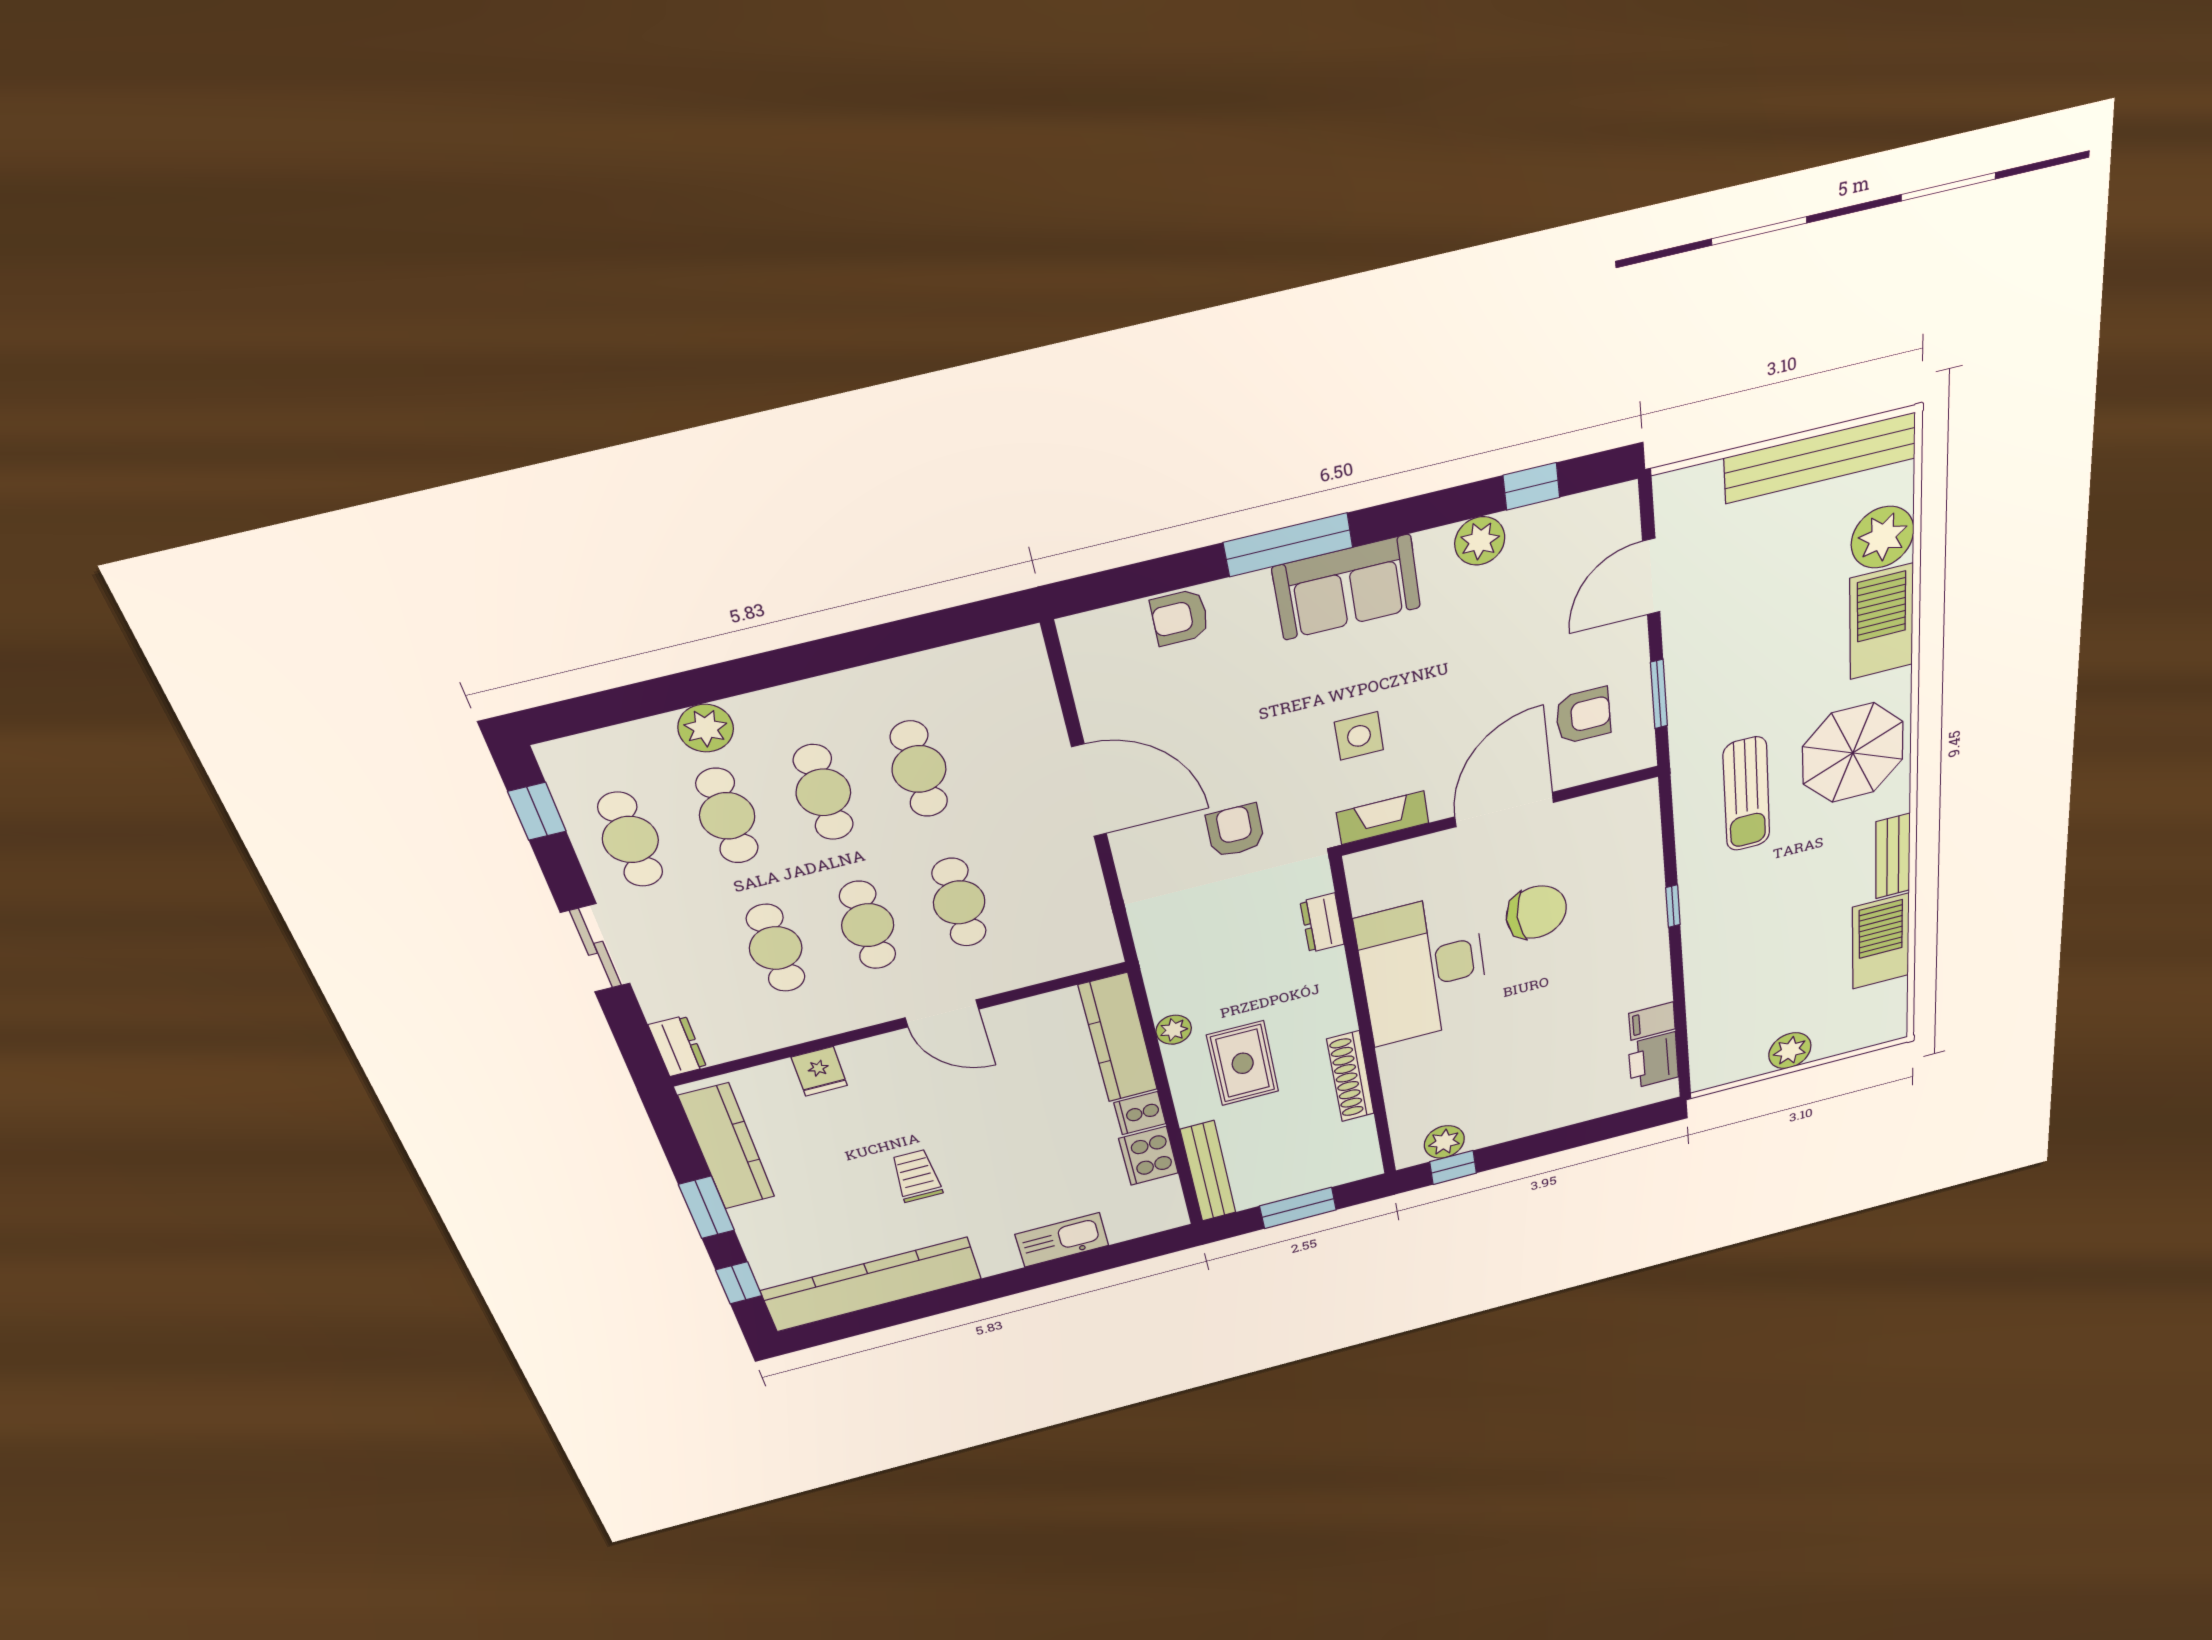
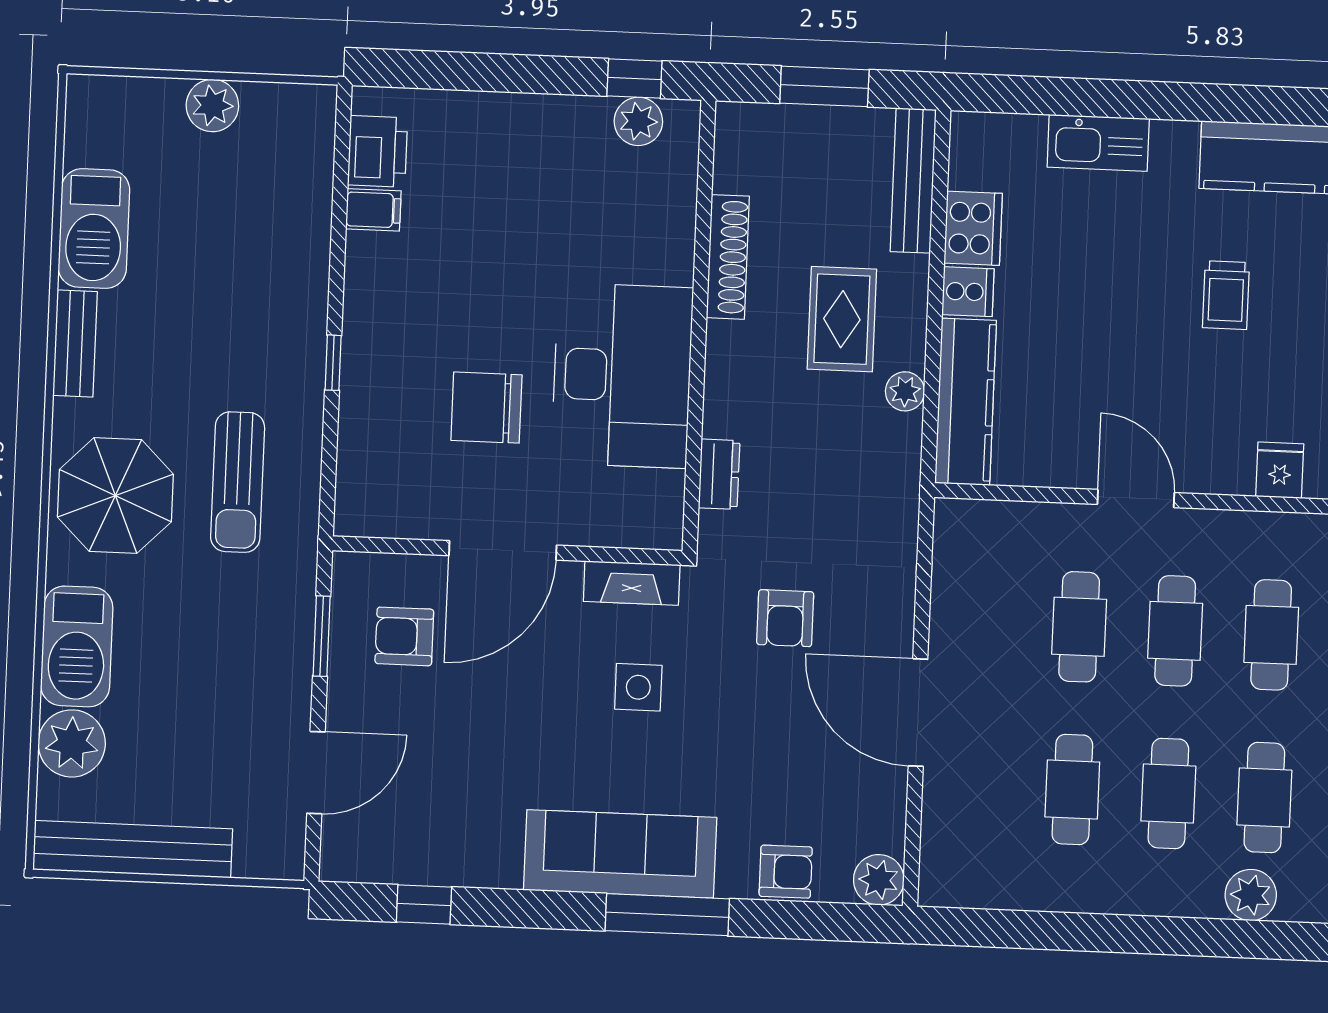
plant: (1480, 541) -> (879, 880), moved
sofa: (1347, 587) -> (620, 854), width x1.36
sun lounger: (1746, 794) -> (238, 482), turned 180

